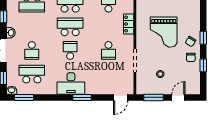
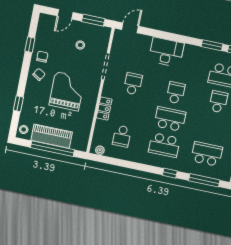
school desk: (70, 27) -> (170, 119), turned 180
window: (203, 38) -> (18, 104), moved
school desk: (70, 50) -> (176, 93), turned 180
desk: (71, 84) -> (166, 52), moved
window: (82, 97) -> (212, 45), moved

